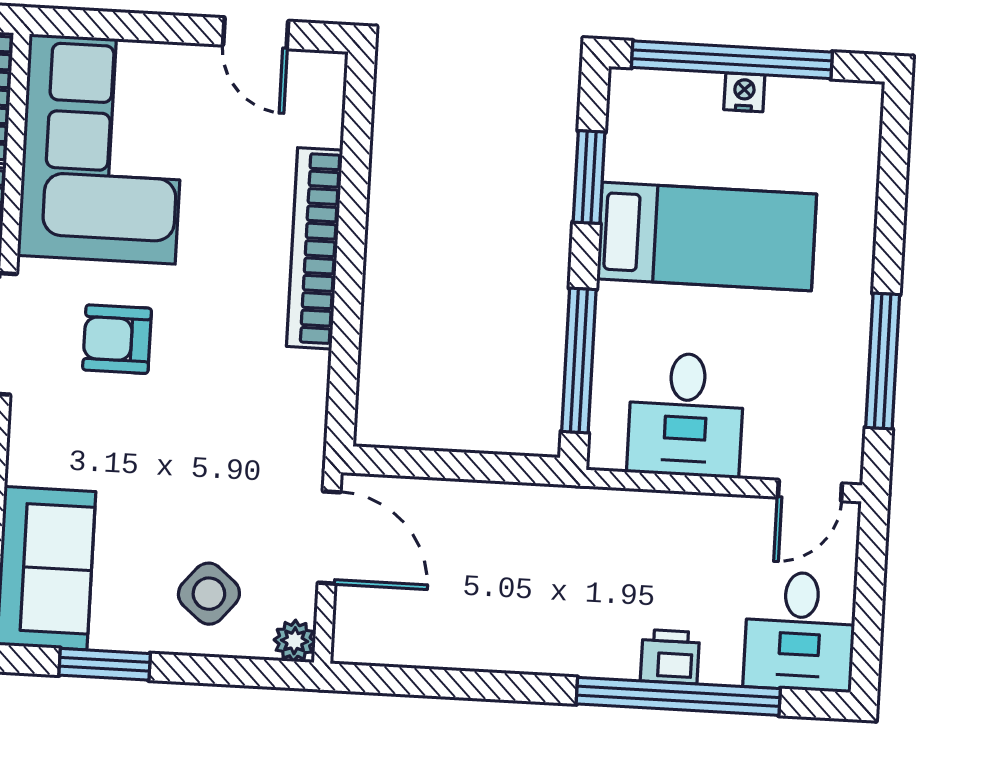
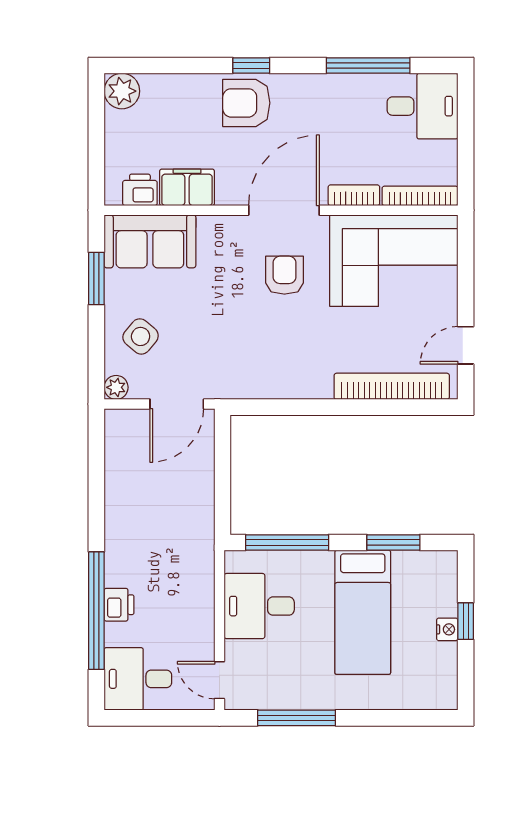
window: (732, 60) -> (466, 621), width x0.32
bookcase: (315, 248) -> (392, 386), moved

